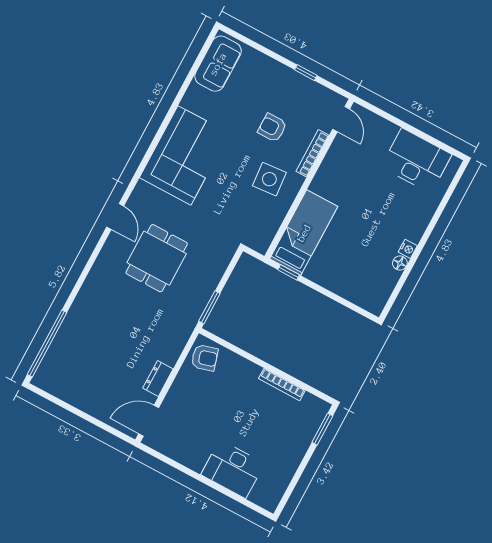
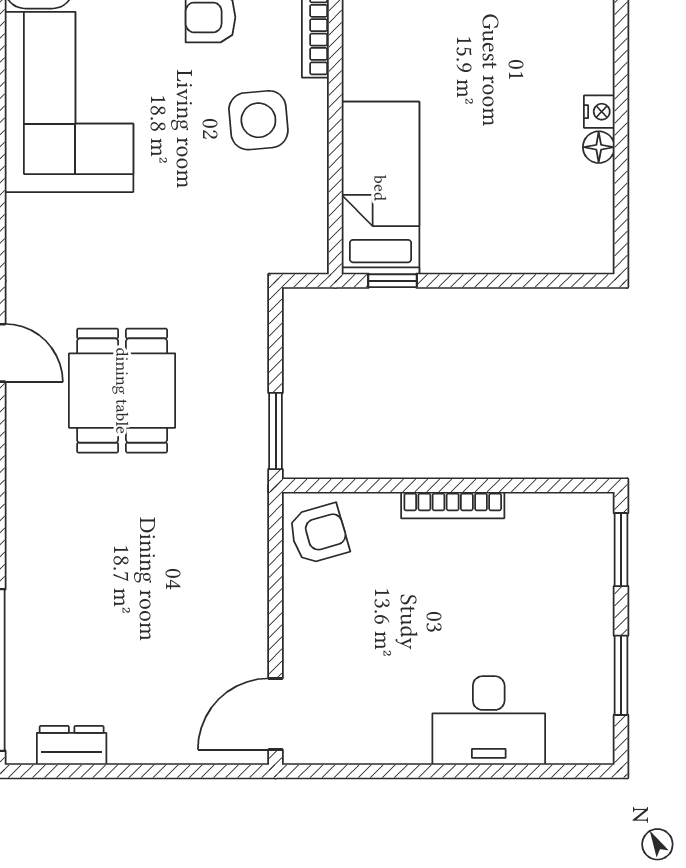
corner sofa: (184, 155) -> (69, 102), moved
dresser: (158, 379) -> (72, 745), moved, turned 90
bookcase: (282, 384) -> (453, 505), moved
window: (295, 479) -> (621, 675), added

